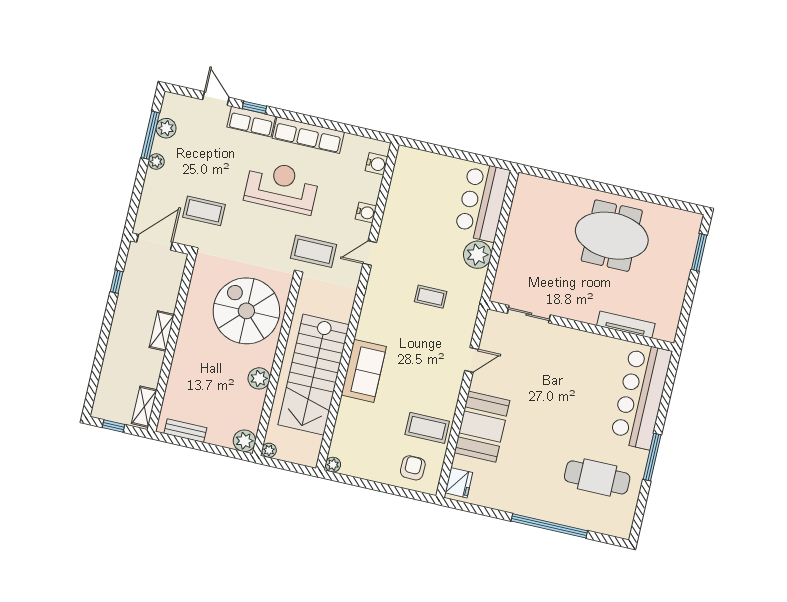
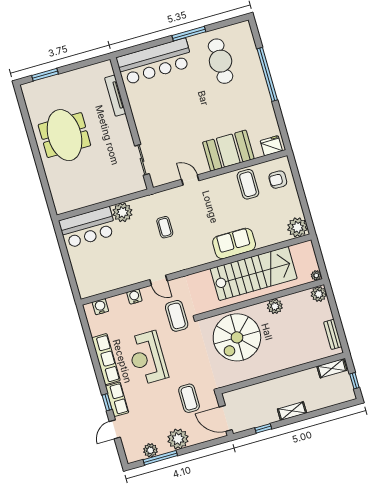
plant: (156, 162) -> (178, 439), width x1.87, depth x1.87
shelving: (162, 331) -> (292, 411), moved
plant: (333, 465) -> (297, 227), width x1.88, depth x1.88

